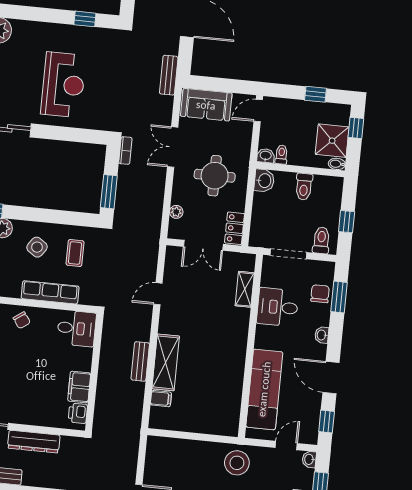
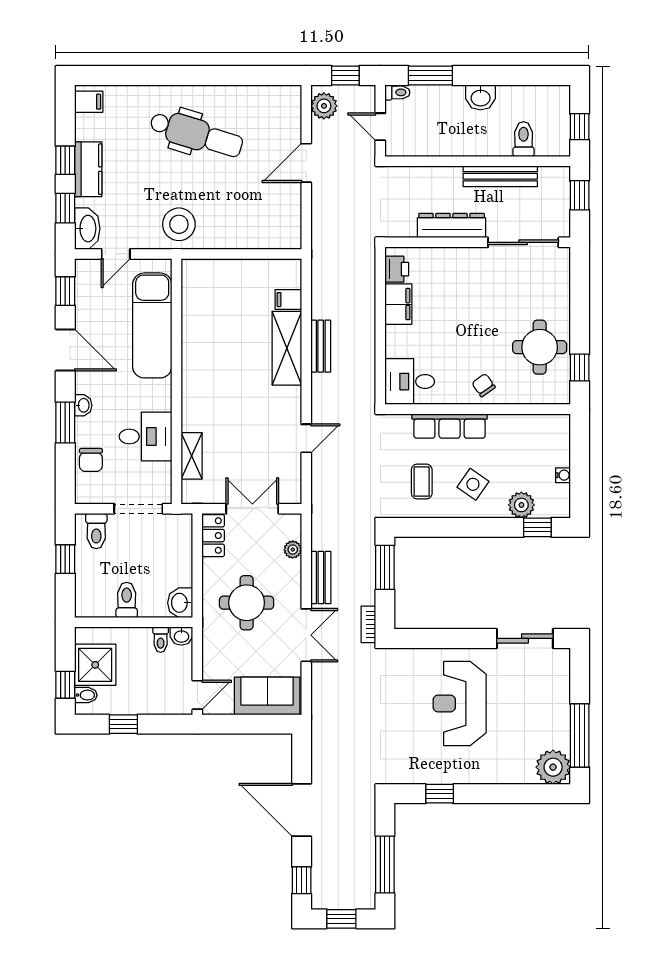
bench: (169, 75) -> (321, 578), moved
bidet: (337, 164) -> (86, 695), moved
window: (339, 297) -> (65, 422), moved
washbasin: (309, 459) -> (87, 229), width x1.91, depth x1.45

